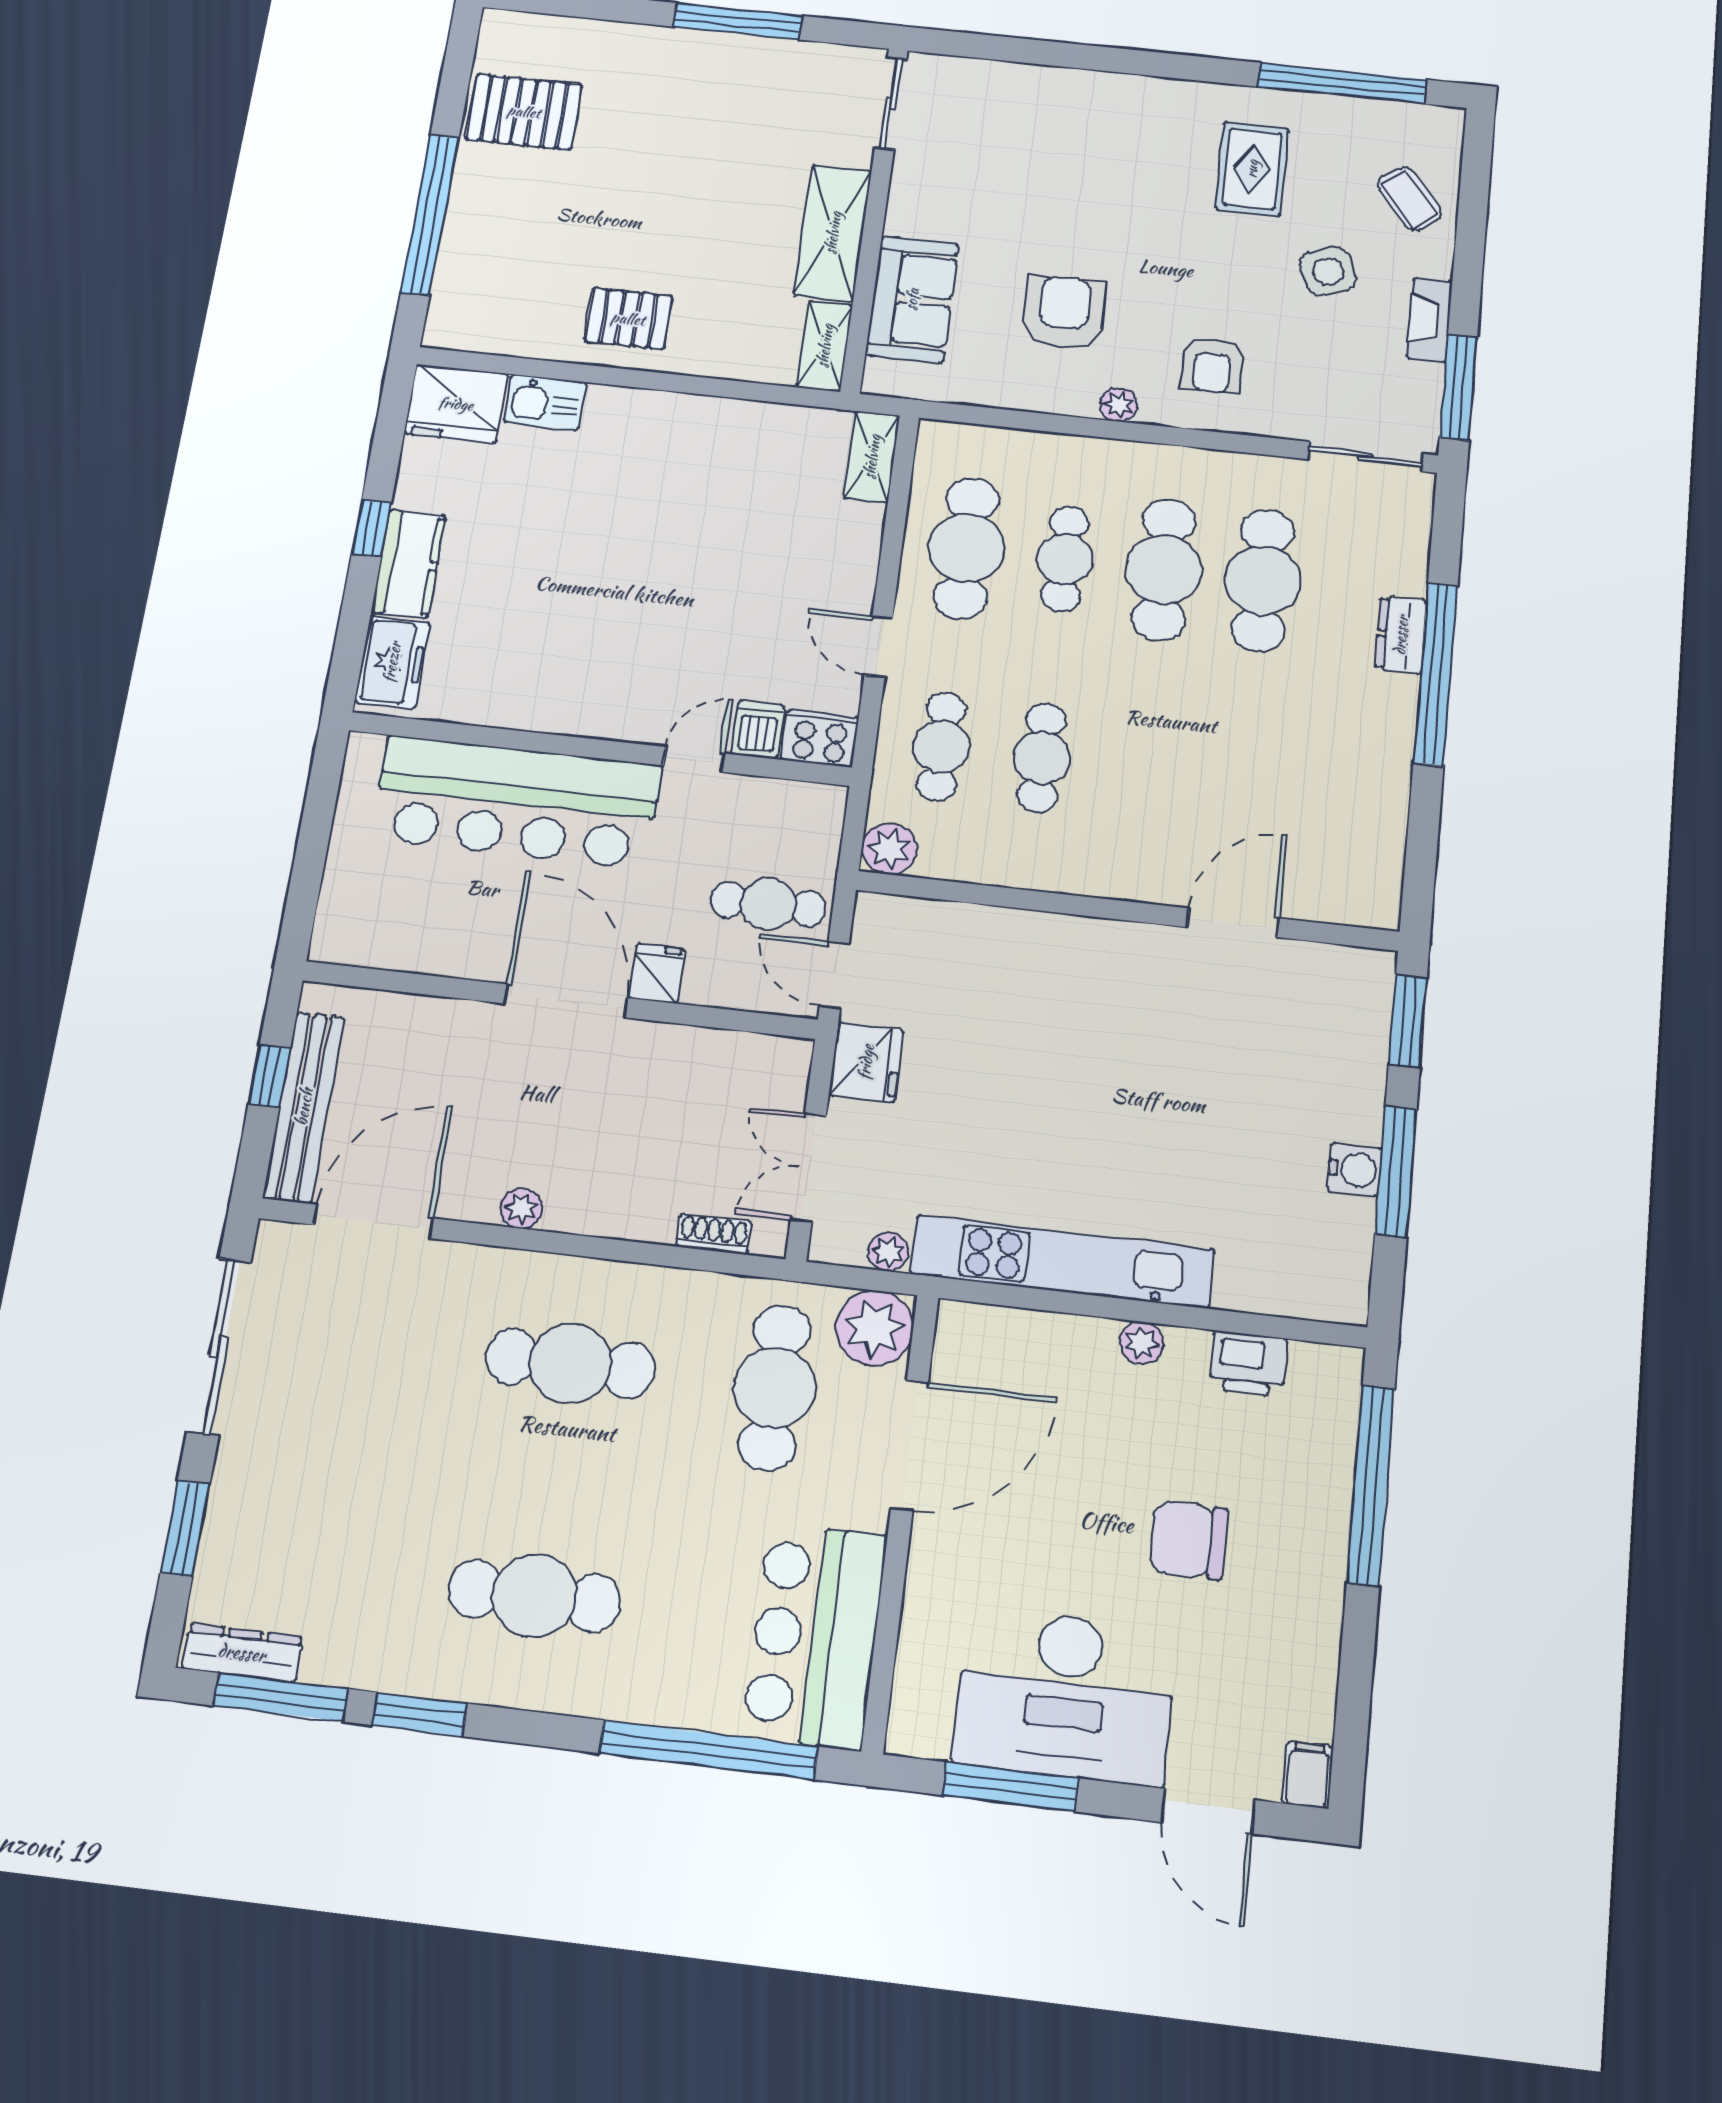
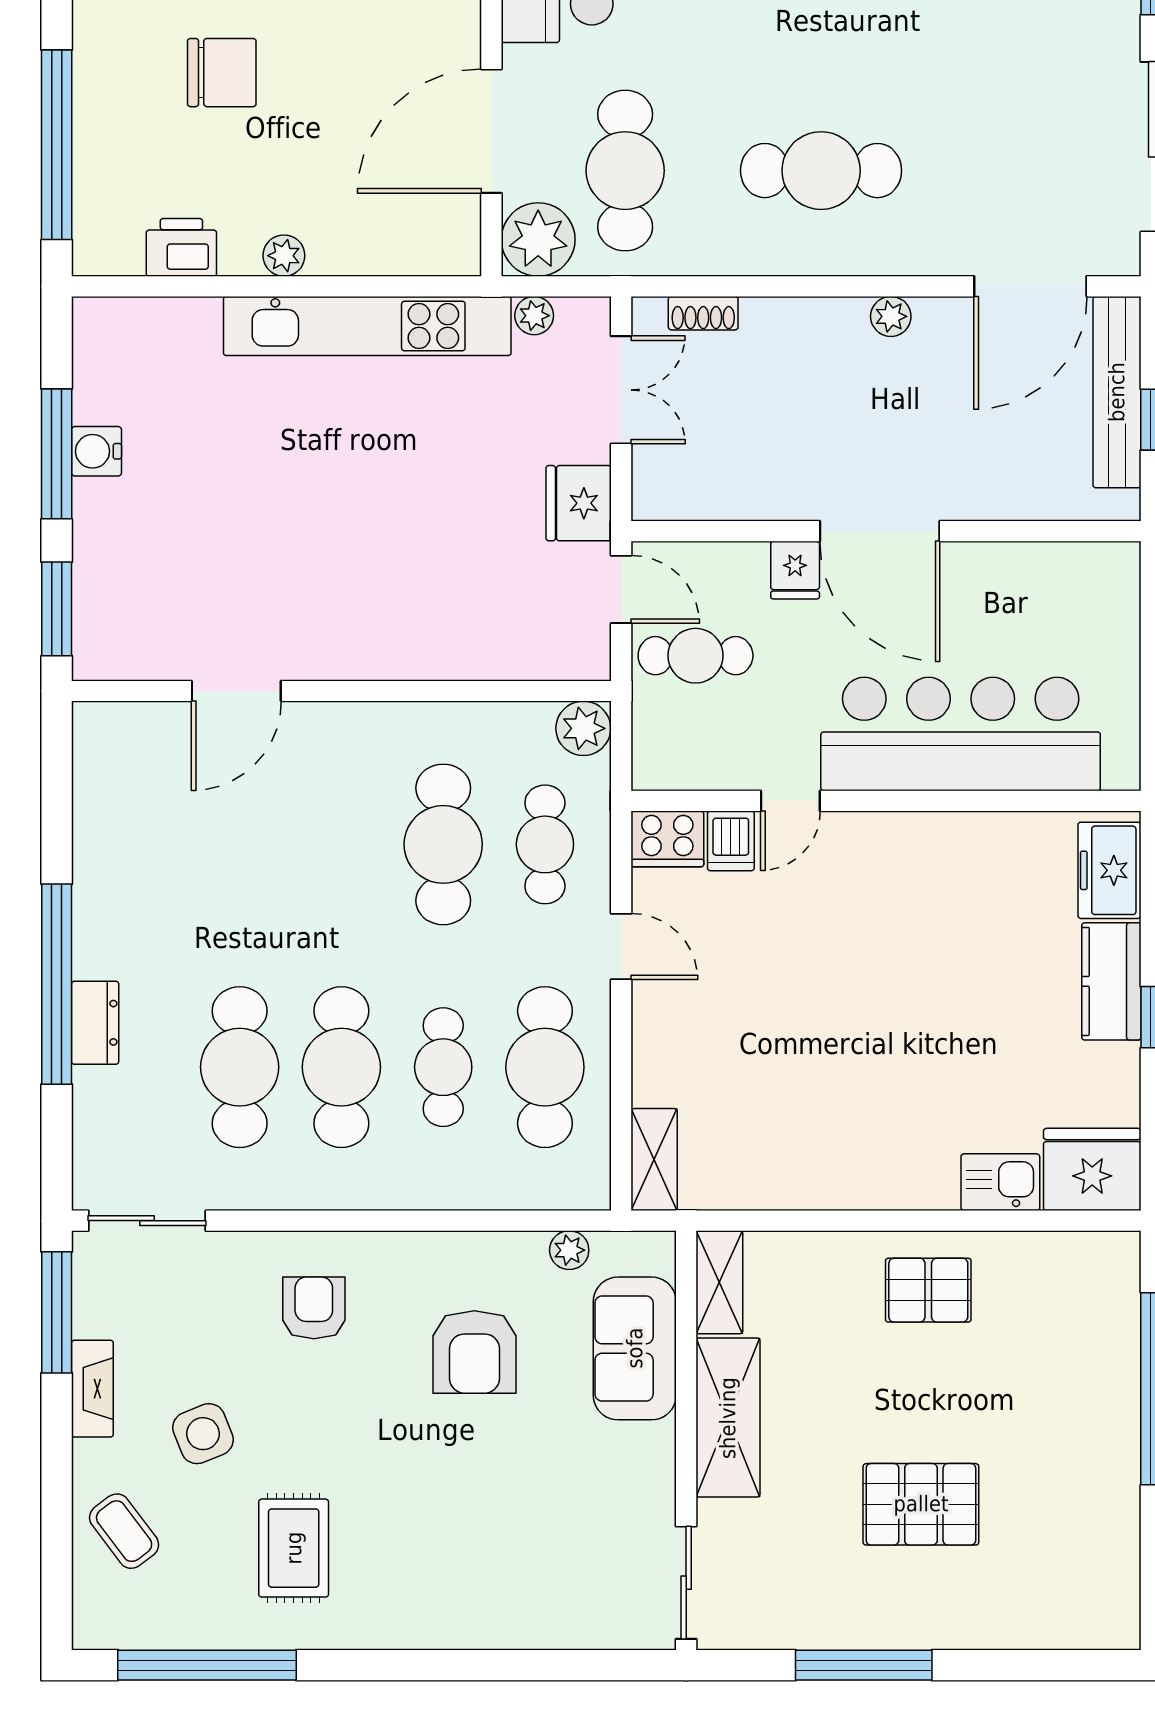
pallet: (524, 112) -> (921, 1504), moved
plant: (1118, 405) -> (569, 1250), moved
cafe table: (1042, 758) -> (443, 844), width x1.37, depth x1.35

